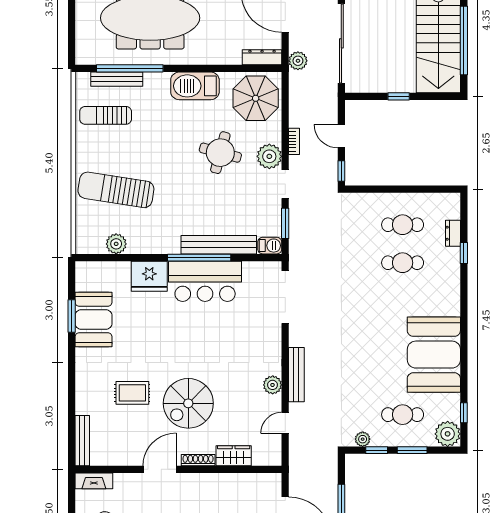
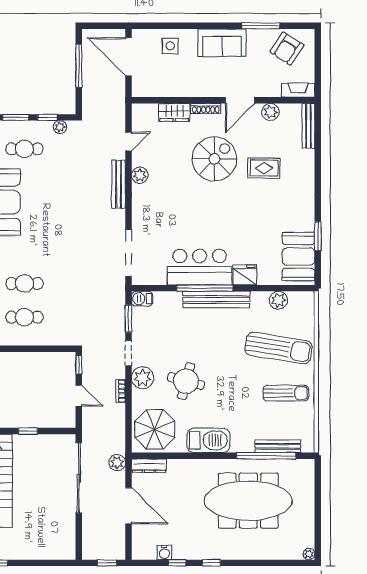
sun lounger: (106, 115) -> (286, 393), moved
bench: (219, 245) -> (216, 300), moved
fridge: (149, 276) -> (245, 275), width x0.73, depth x0.75
booth: (94, 320) -> (298, 256), moved
plant: (125, 456) -> (271, 112), added

